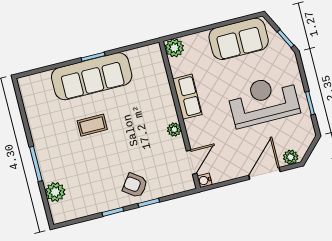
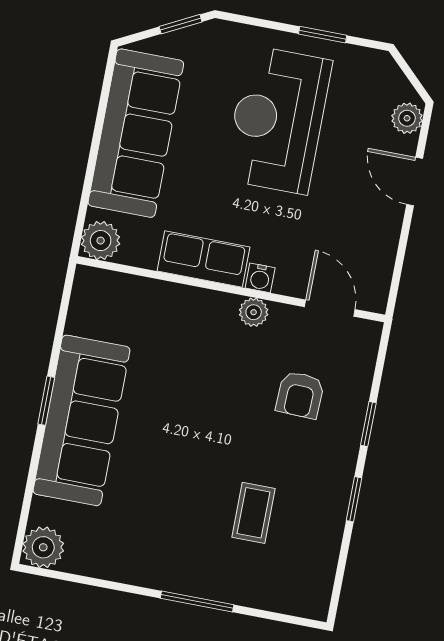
sofa: (239, 39) -> (136, 133), width x1.36
coffee table: (92, 125) -> (253, 513), moved
door: (264, 173) -> (415, 181), width x0.73
water cooler: (205, 180) -> (260, 278), moved
armchair: (135, 185) -> (300, 395), moved, turned -34
plant: (55, 192) -> (43, 547), moved

